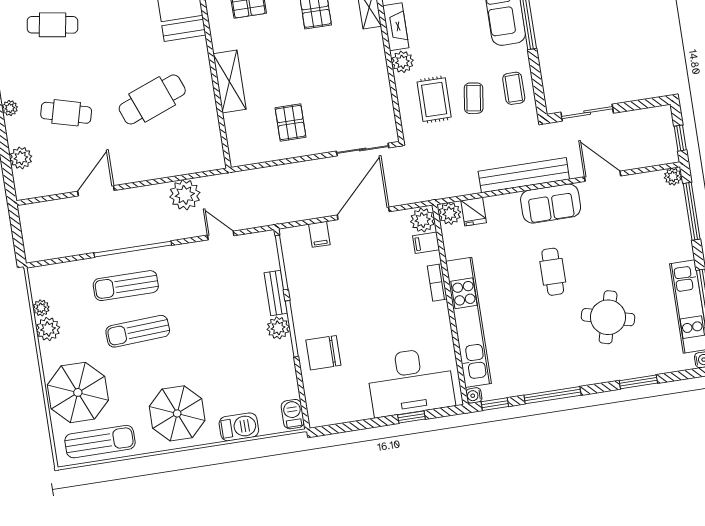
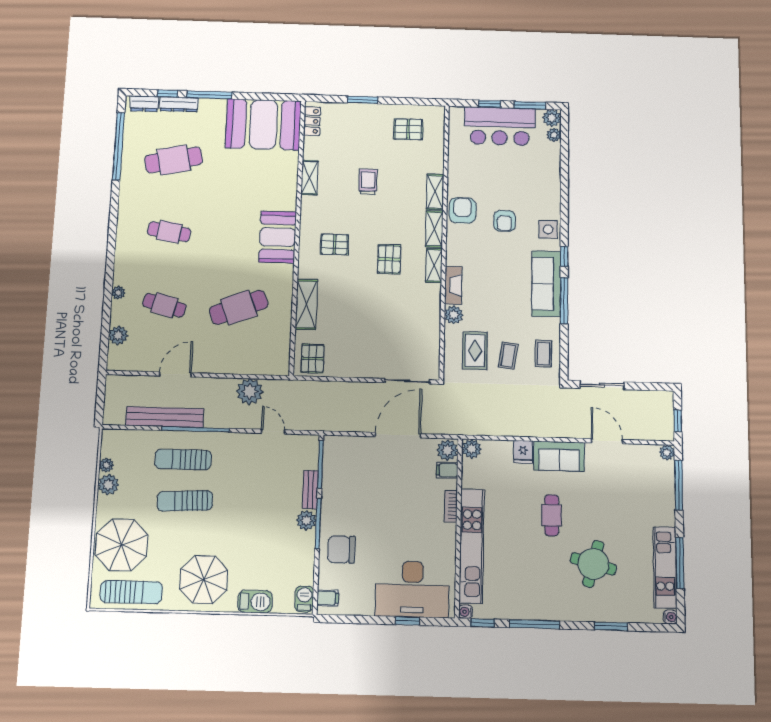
pallet: (291, 122) -> (313, 358), moved
bench: (524, 175) -> (165, 417), moved
fridge: (474, 212) -> (523, 452), moved
filing cabinet: (319, 234) -> (328, 598), moved, turned -90

